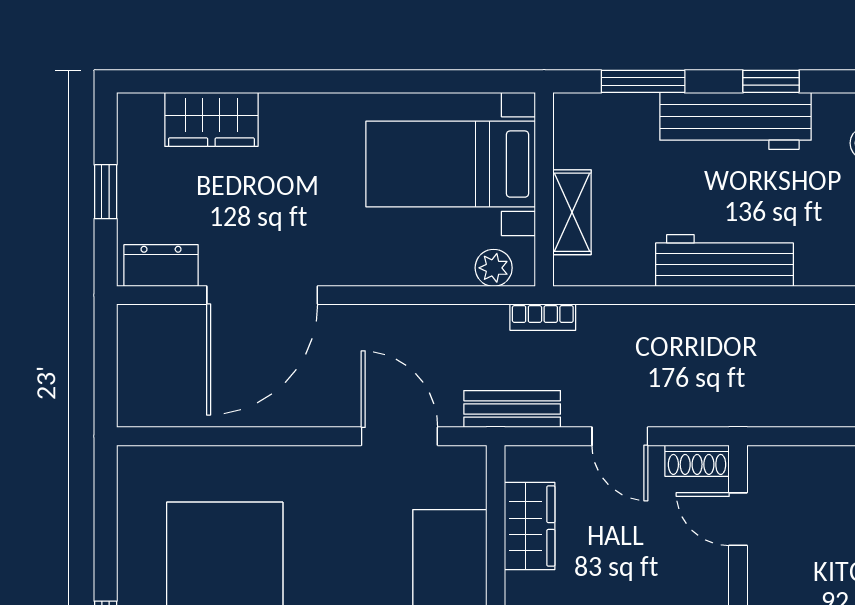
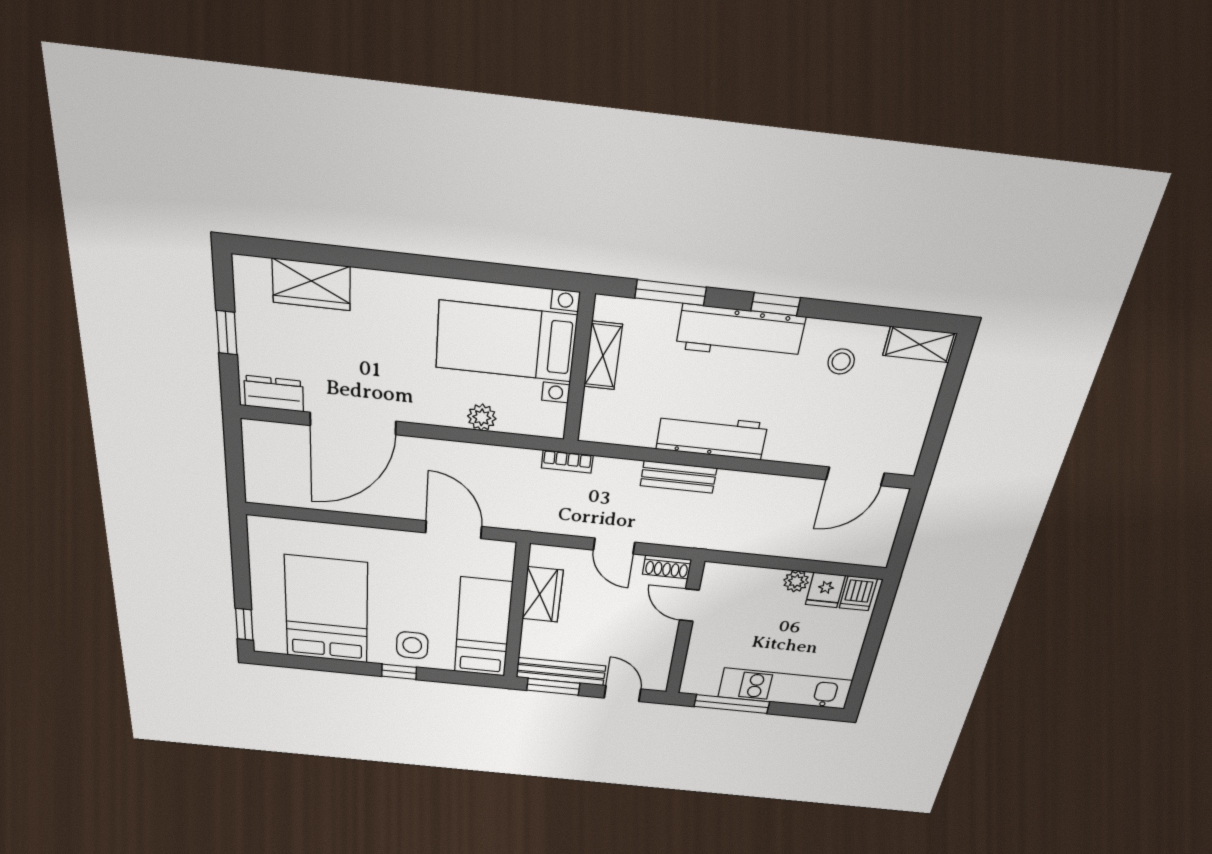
shelving: (572, 212) -> (603, 356), moved
plant: (494, 268) -> (482, 417), moved
bench: (512, 409) -> (678, 477), moved

